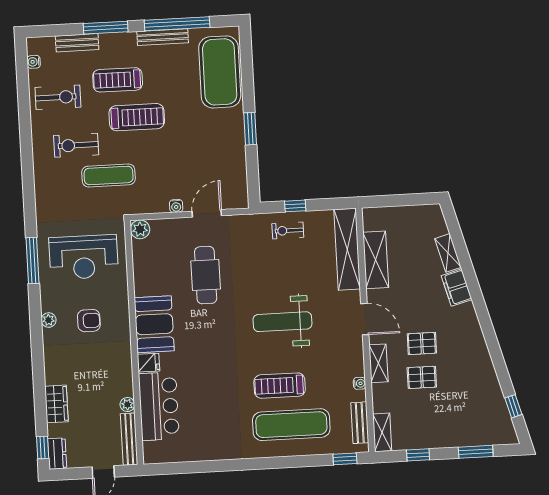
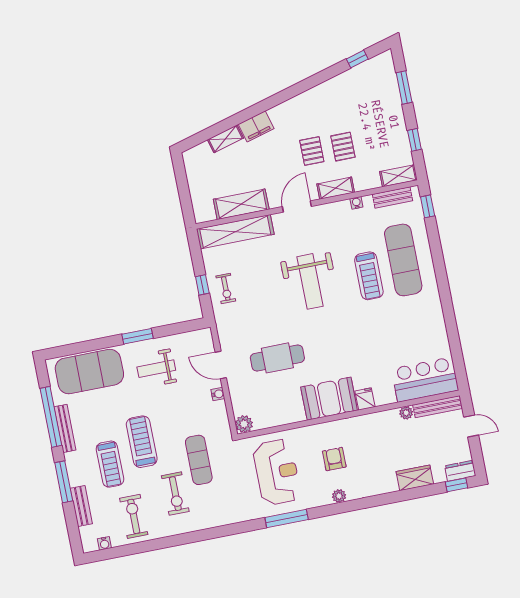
weight bench: (213, 144) -> (156, 369), added
bar counter: (159, 406) -> (425, 380), moved

